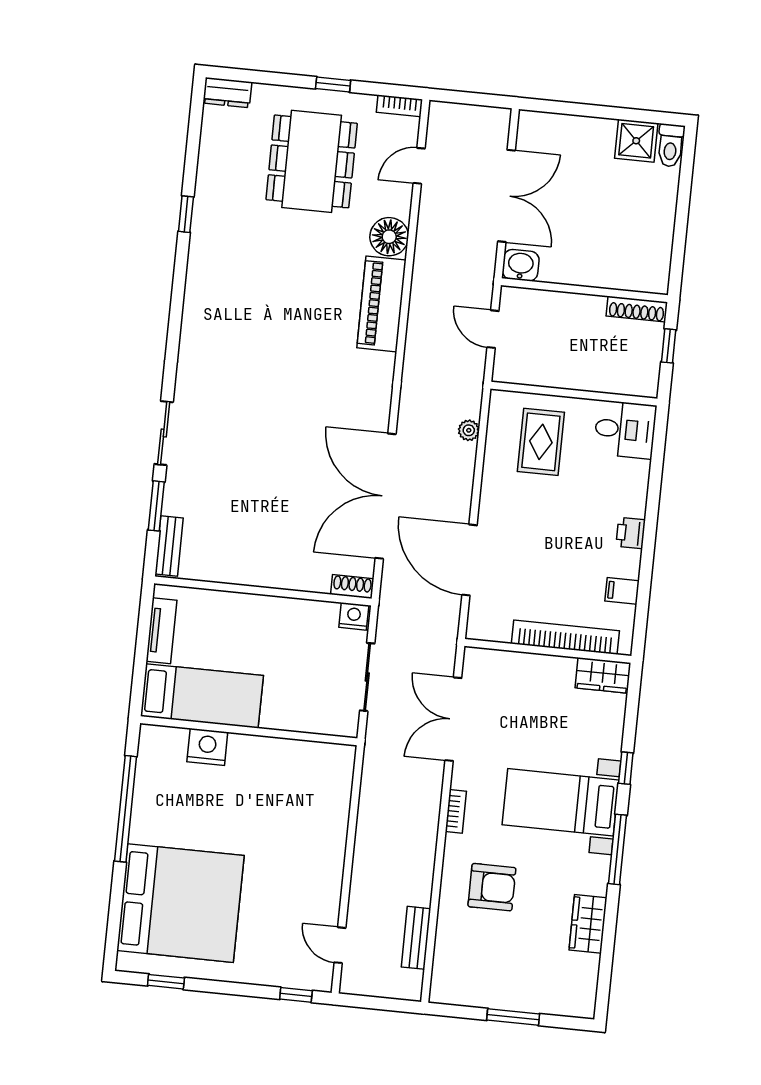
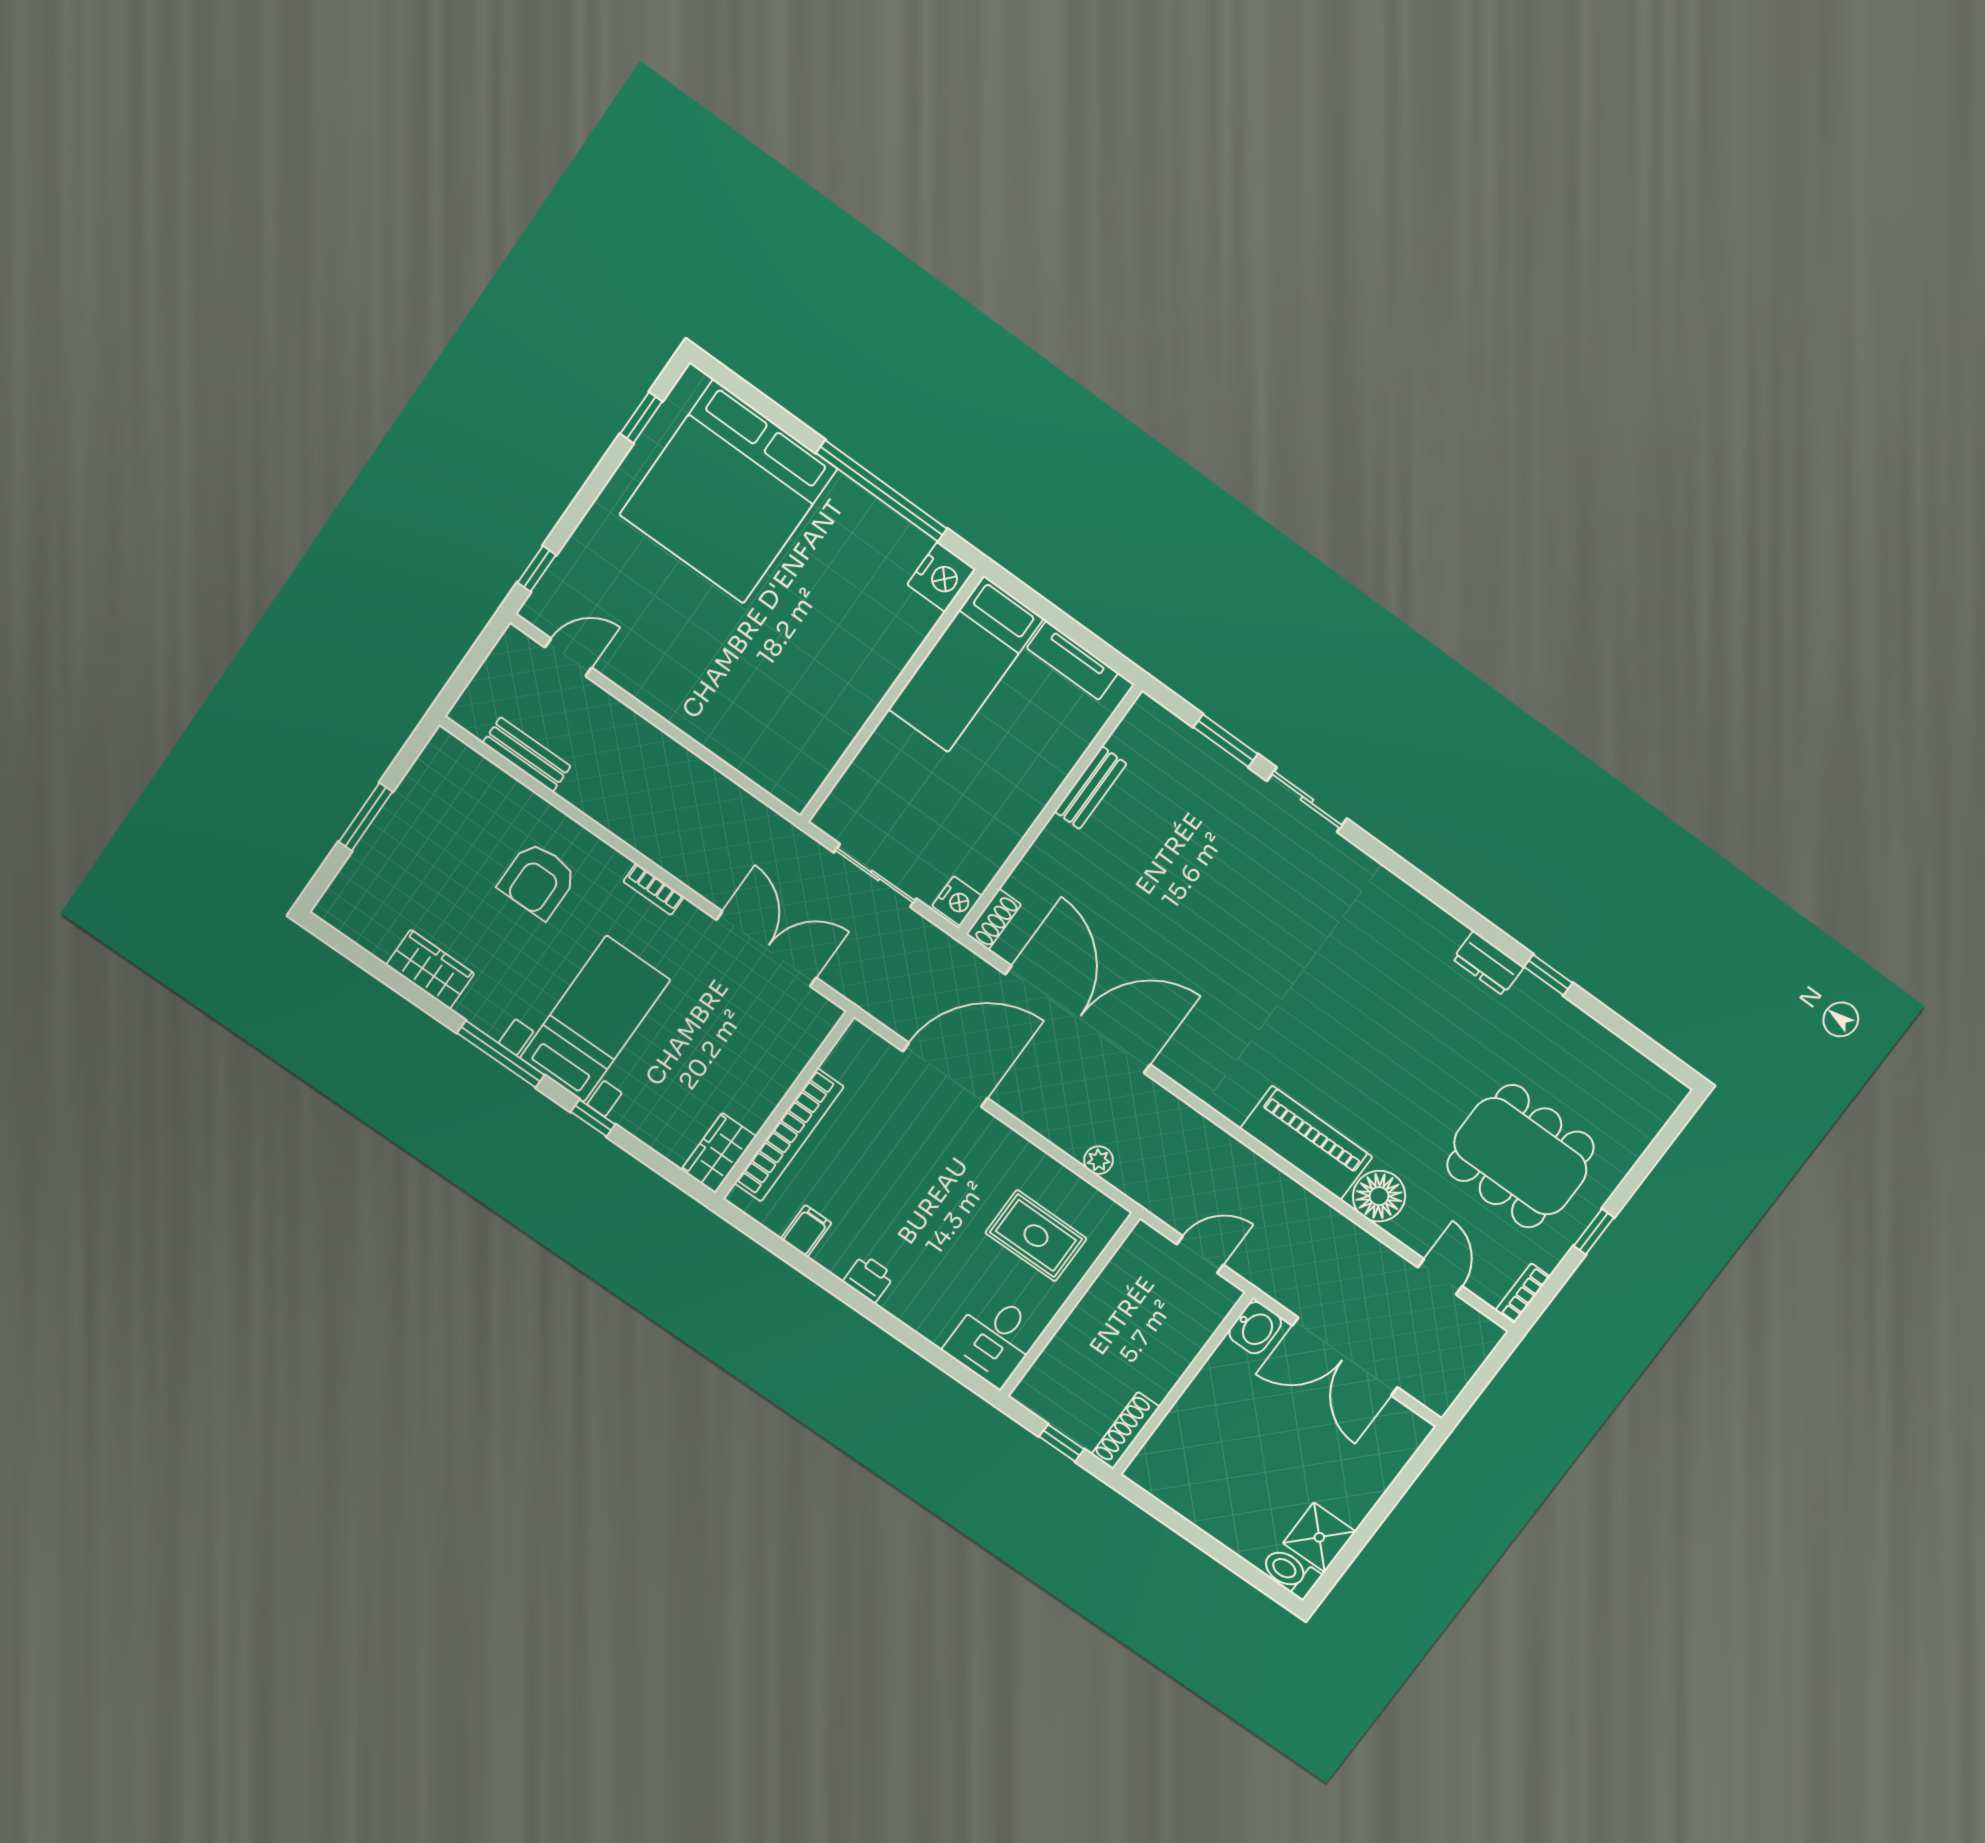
dresser: (227, 93) -> (1488, 963), moved, turned -90
bench: (169, 546) -> (1091, 788), moved, turned 90
nightstand: (207, 747) -> (941, 577), moved

